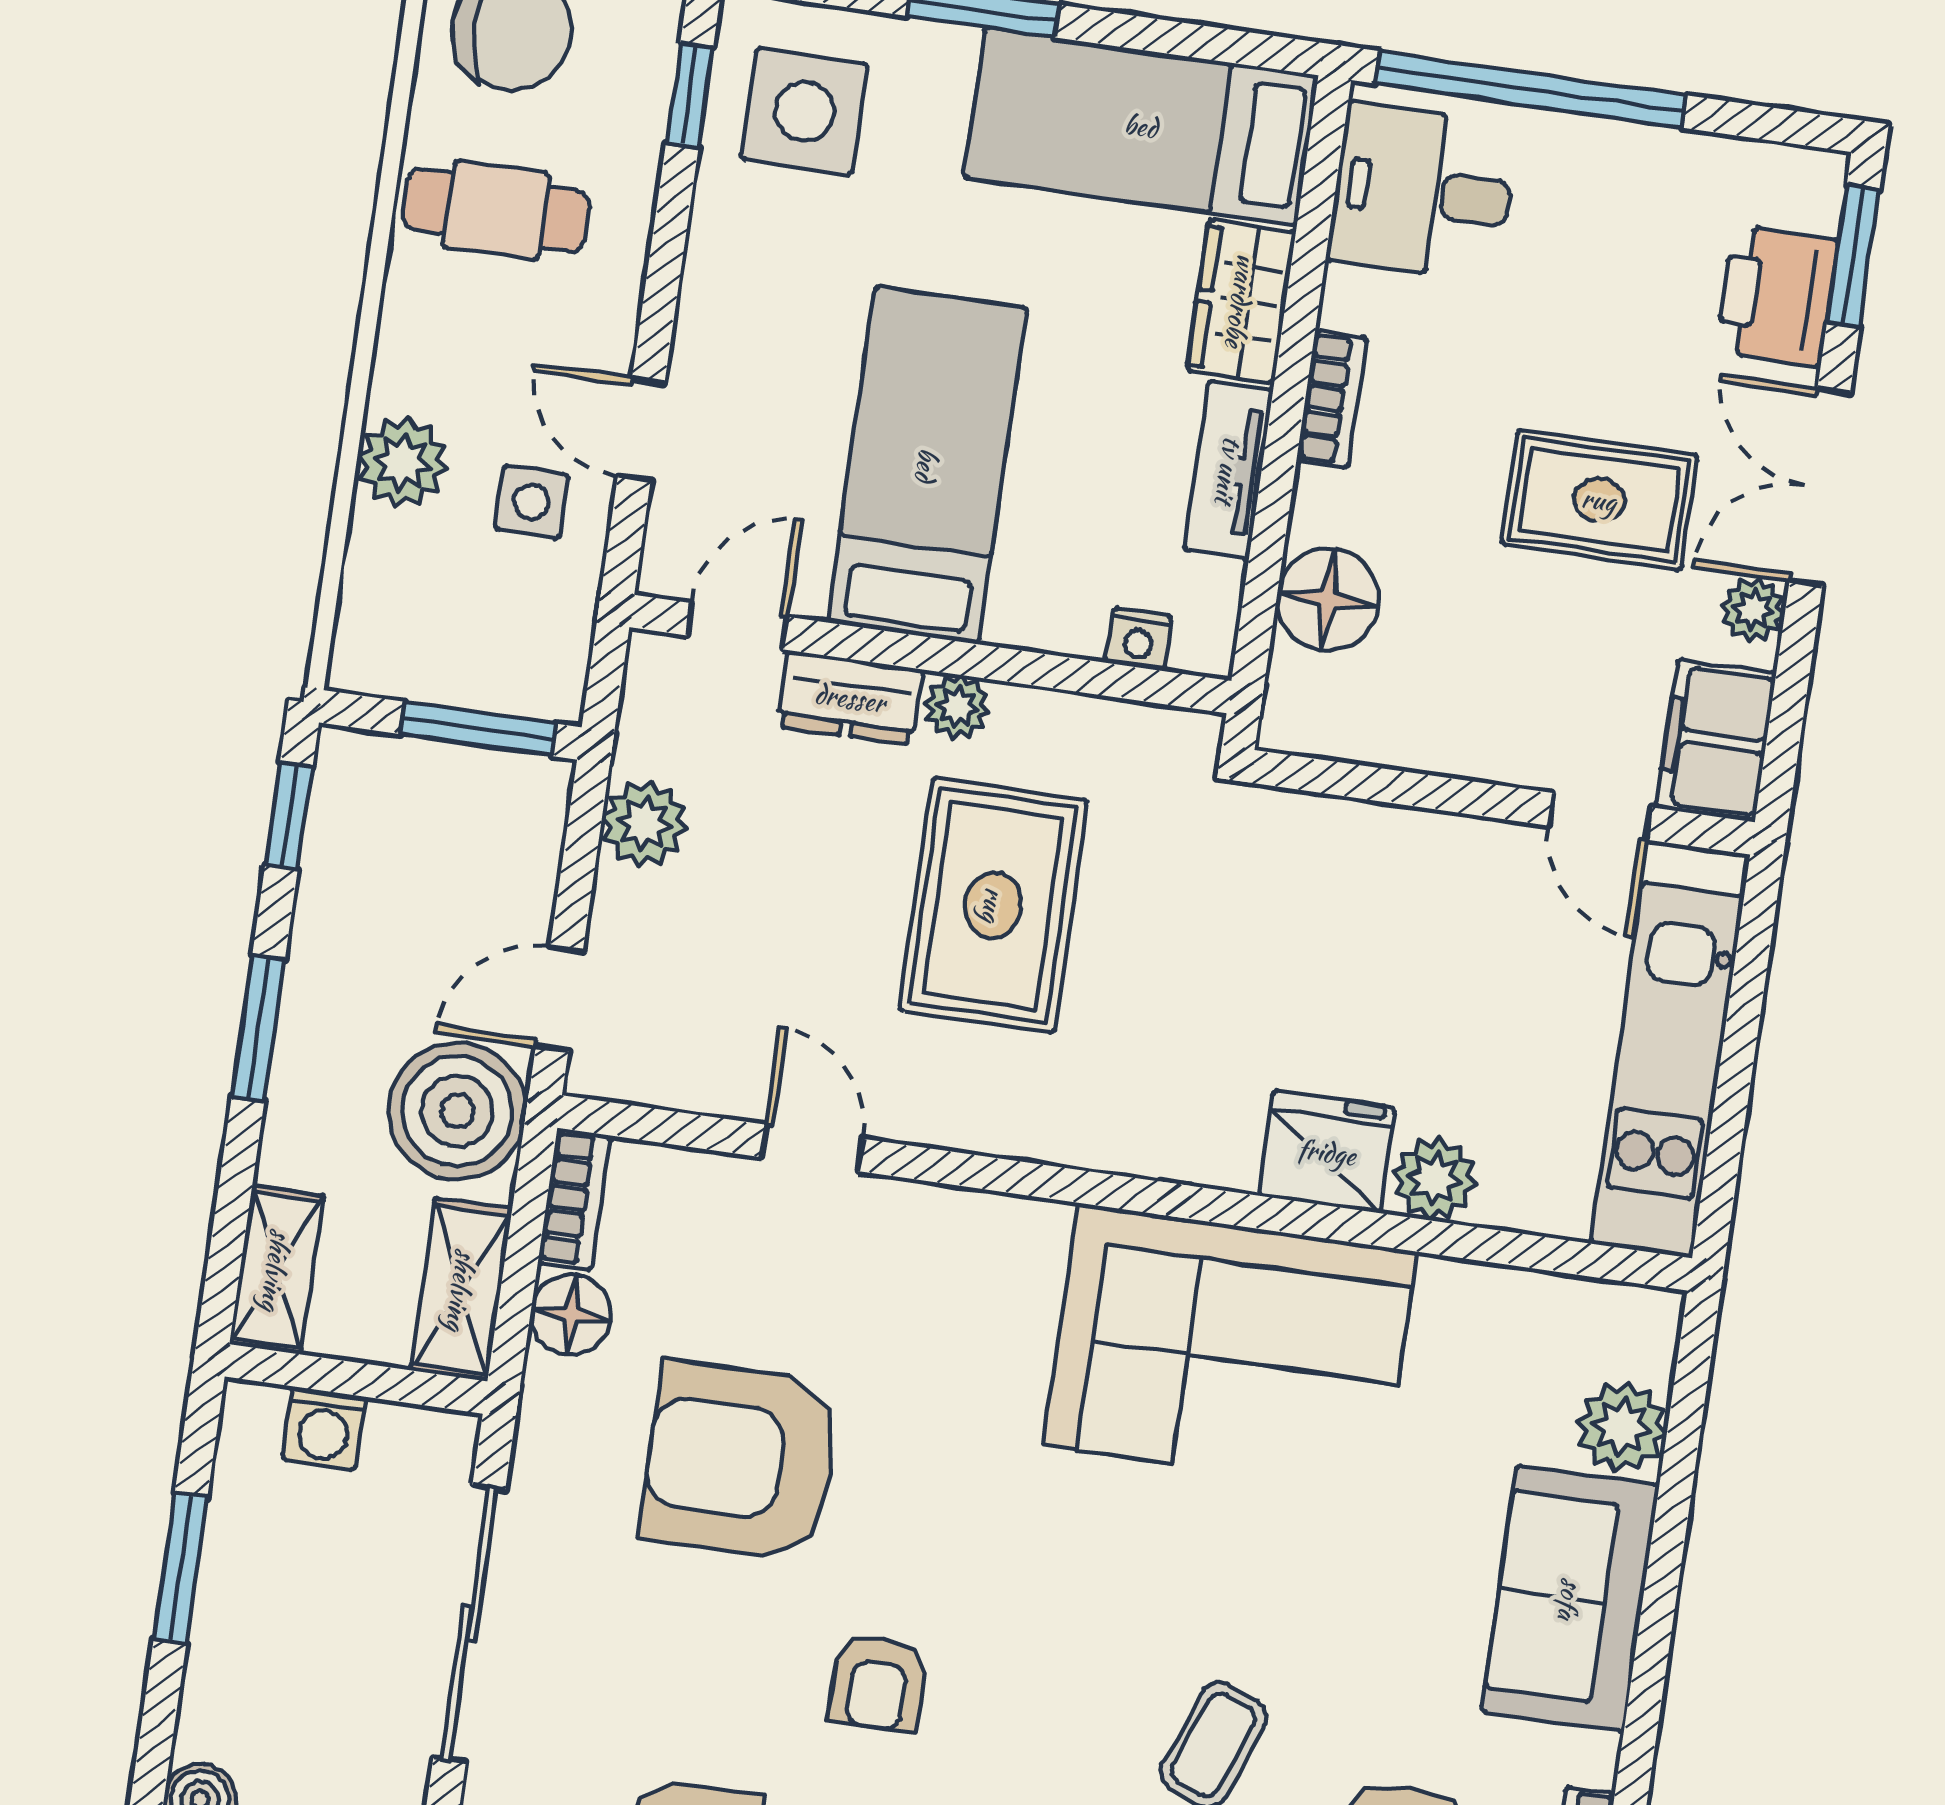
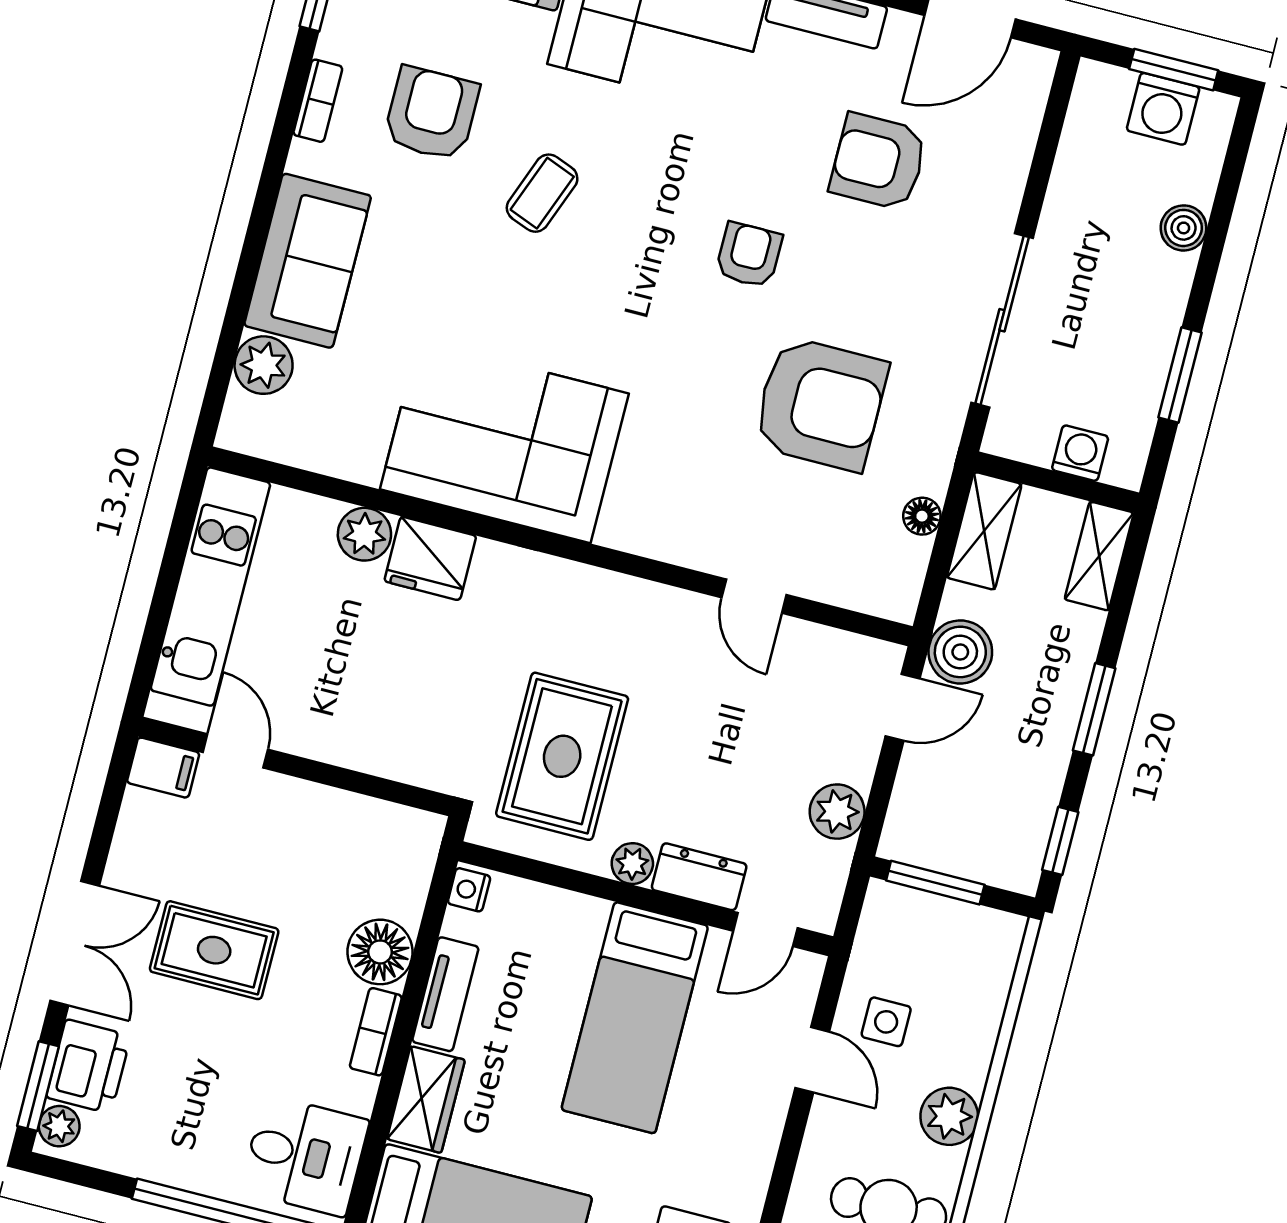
plant: (402, 463) -> (949, 1116), moved
floor lamp: (1328, 600) -> (380, 952), moved
plant: (1753, 610) -> (59, 1126), moved
nightstand: (1139, 639) -> (469, 890), moved, turned -90
filing cabinet: (1716, 741) -> (163, 768), width x0.50
rug: (993, 905) -> (562, 756), moved
boiler: (457, 1111) -> (960, 652), width x0.73, depth x0.73
bookcase: (574, 1199) -> (907, 580), removed
floor lamp: (571, 1315) -> (922, 516), width x0.73, depth x0.73

